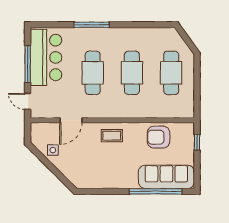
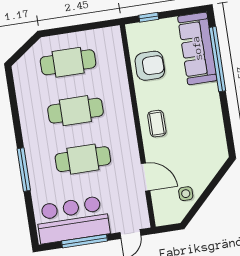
armchair: (159, 137) -> (150, 66), turned -90

